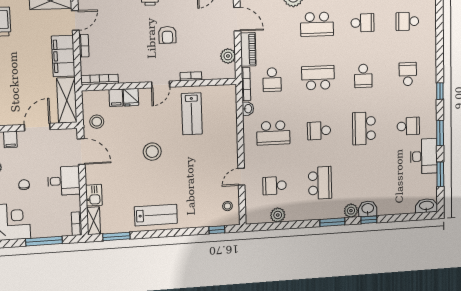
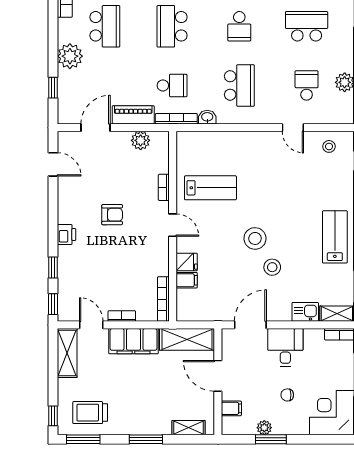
stool: (97, 122) -> (272, 267), moved
school desk: (275, 186) -> (307, 85), turned 180

